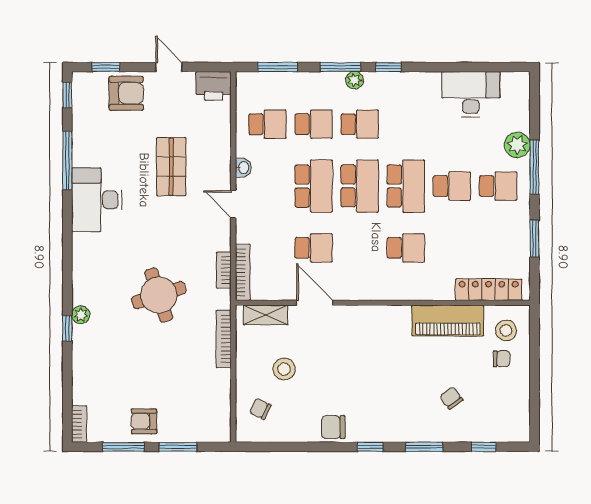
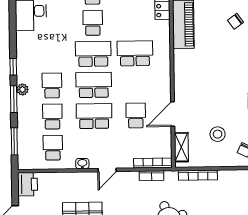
school desk: (406, 248) -> (135, 53), width x1.85

